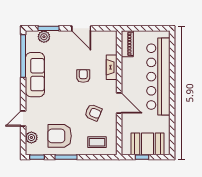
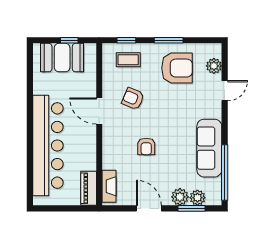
plant: (57, 37) -> (180, 197), added
fireplace: (112, 67) -> (109, 186), moved
window: (37, 157) -> (126, 40), moved

